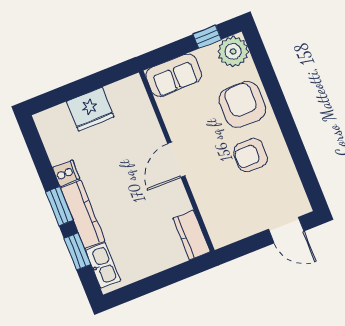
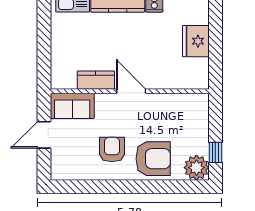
sofa: (174, 75) -> (72, 106), moved, turned -90
door: (286, 230) -> (44, 135), moved
kitchen counter: (192, 235) -> (96, 80), moved

